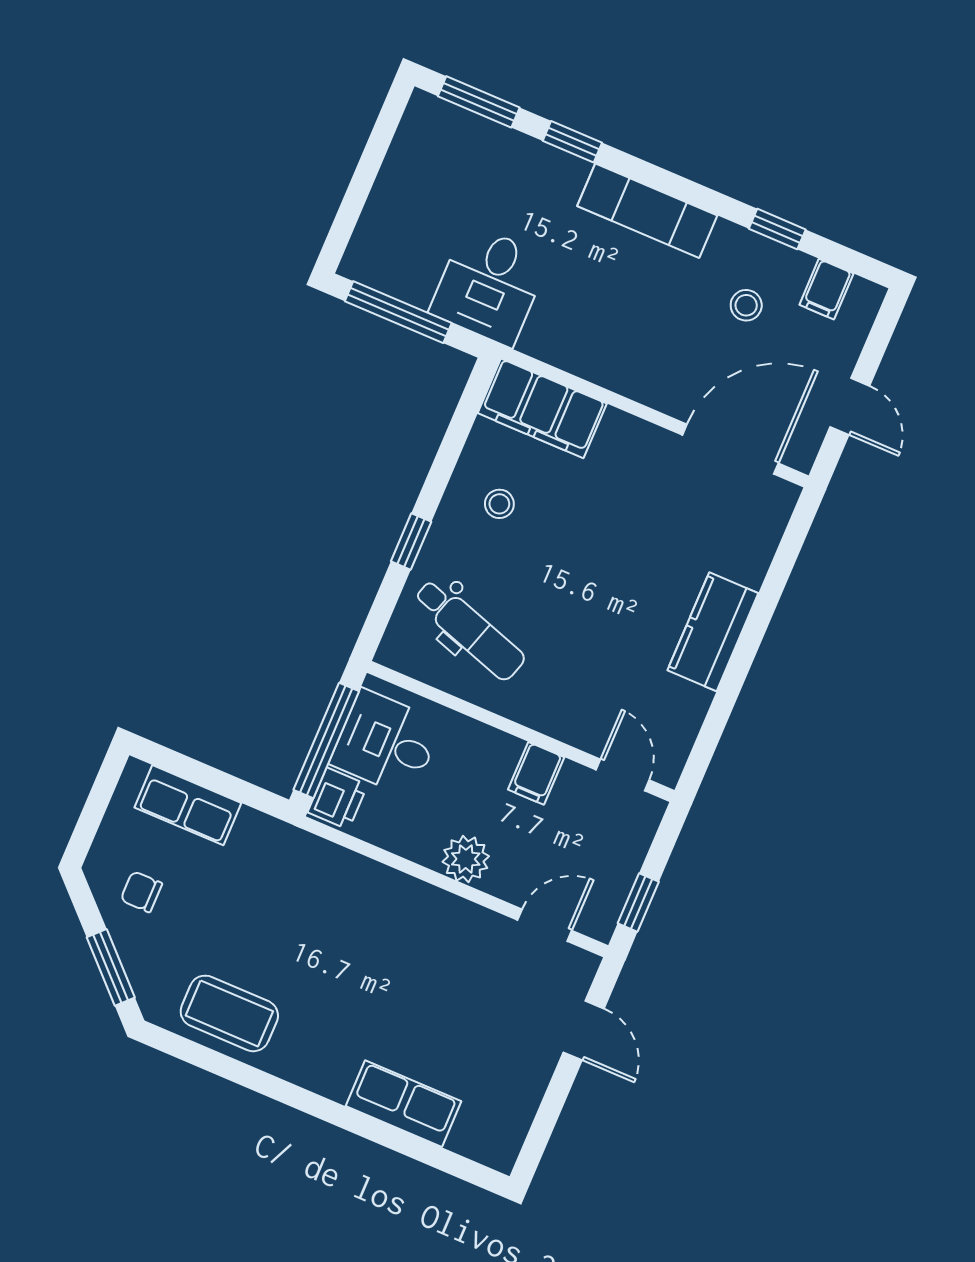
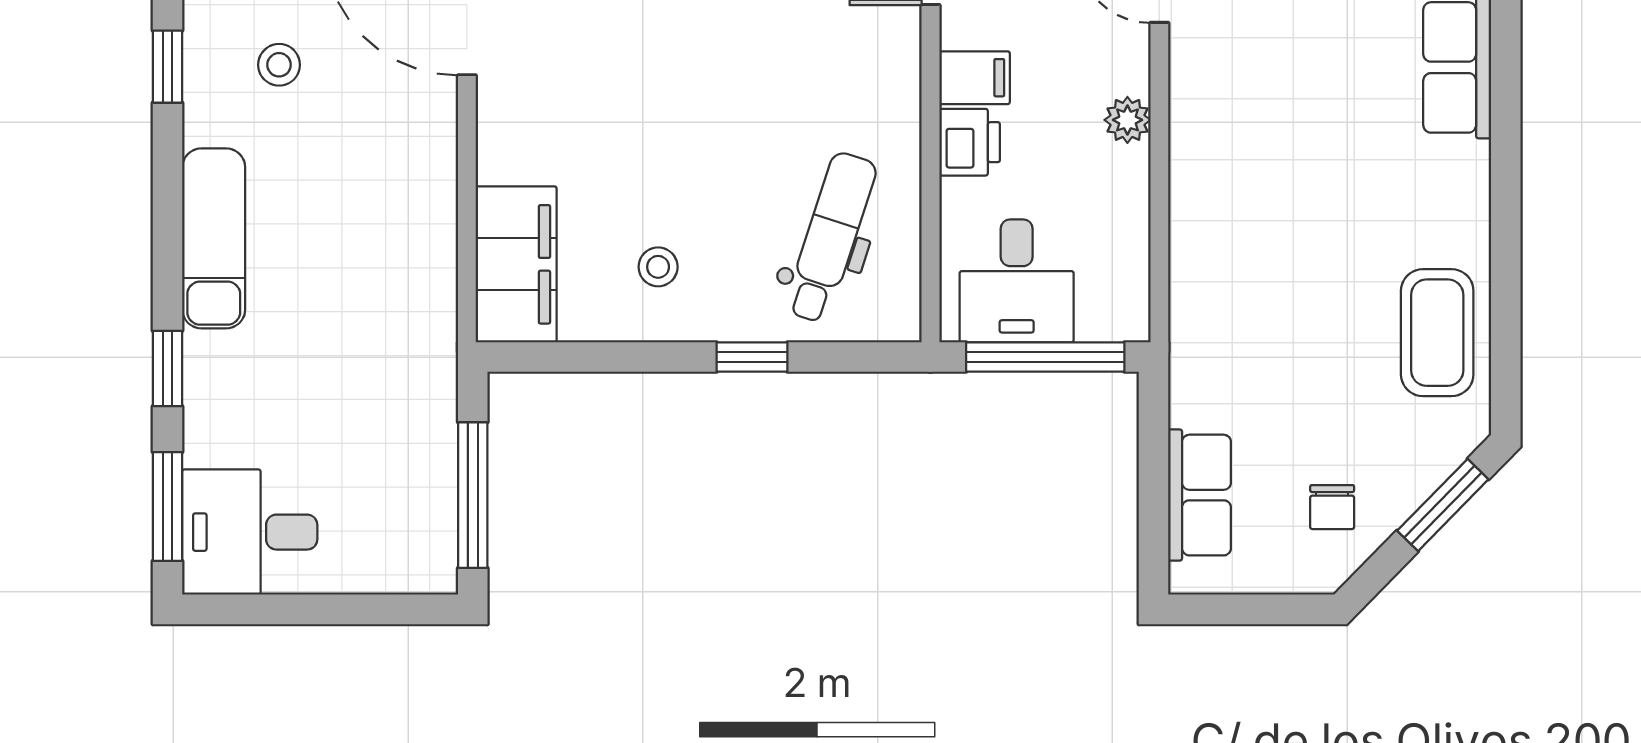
desk: (489, 285) -> (250, 532), moved, turned 180
printer: (337, 799) -> (970, 142), moved, turned 90
plant: (466, 859) -> (1127, 120), width x0.73, depth x0.73

